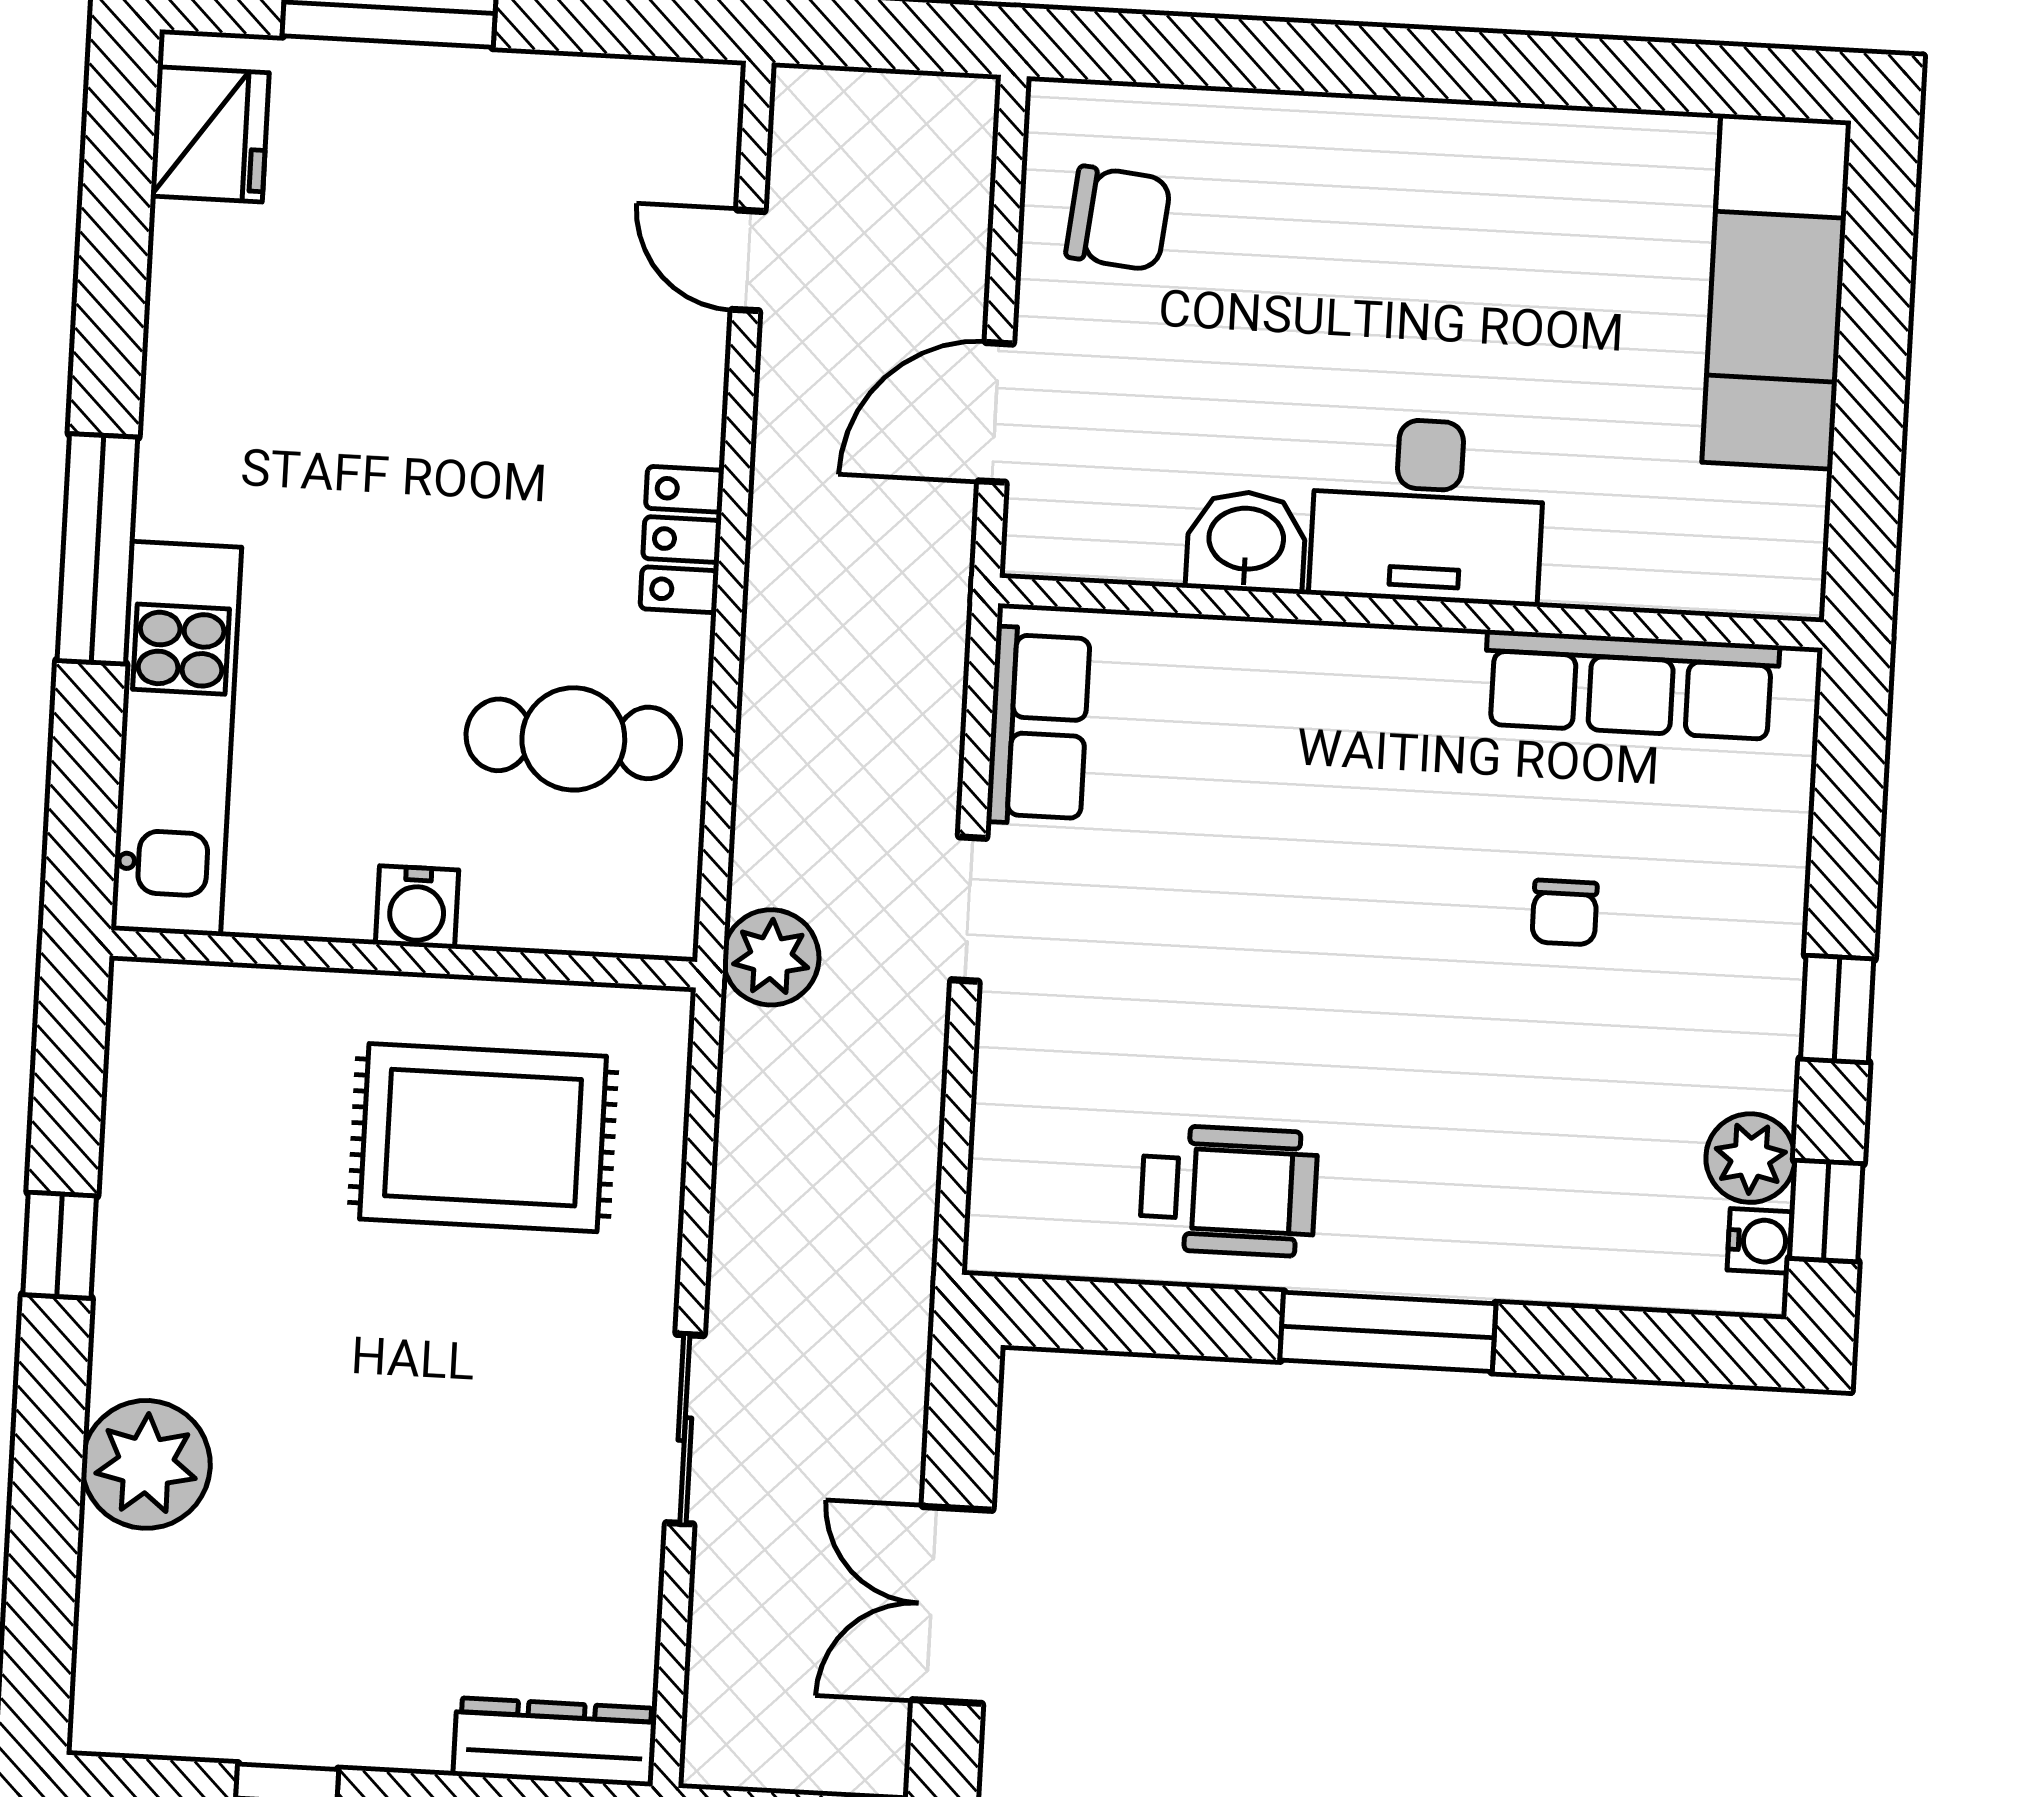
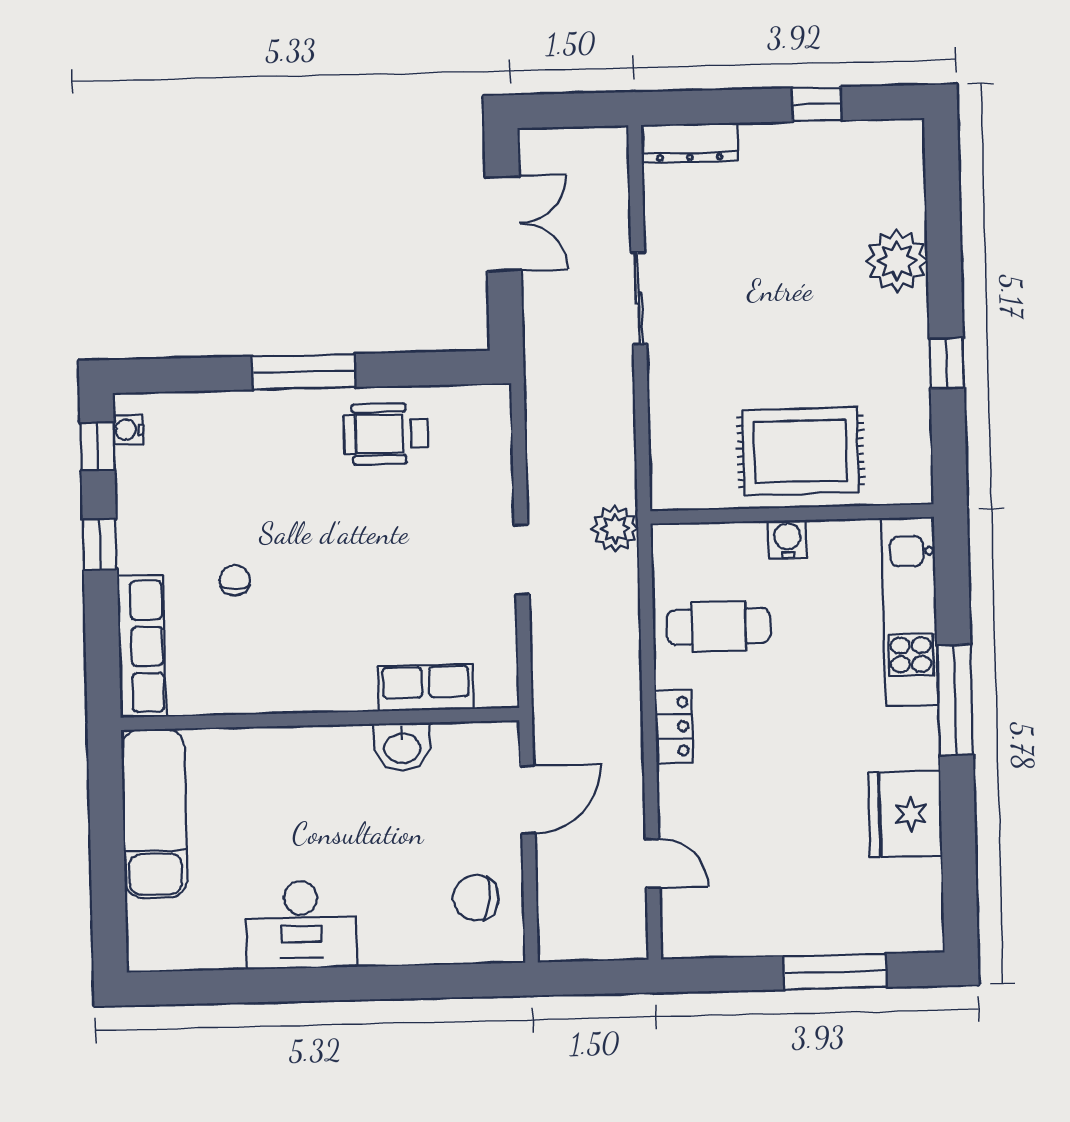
fridge: (210, 134) -> (905, 814), moved, width x1.36, depth x1.34
exam couch: (1777, 292) -> (154, 813), moved
desk: (1427, 511) -> (301, 925), moved, turned 180
row of seats: (1631, 685) -> (142, 646), moved, turned 90
row of seats: (1038, 726) -> (426, 687), moved, turned 90
rug: (483, 1138) -> (801, 451), moved
plant: (1750, 1158) -> (136, 469), removed

